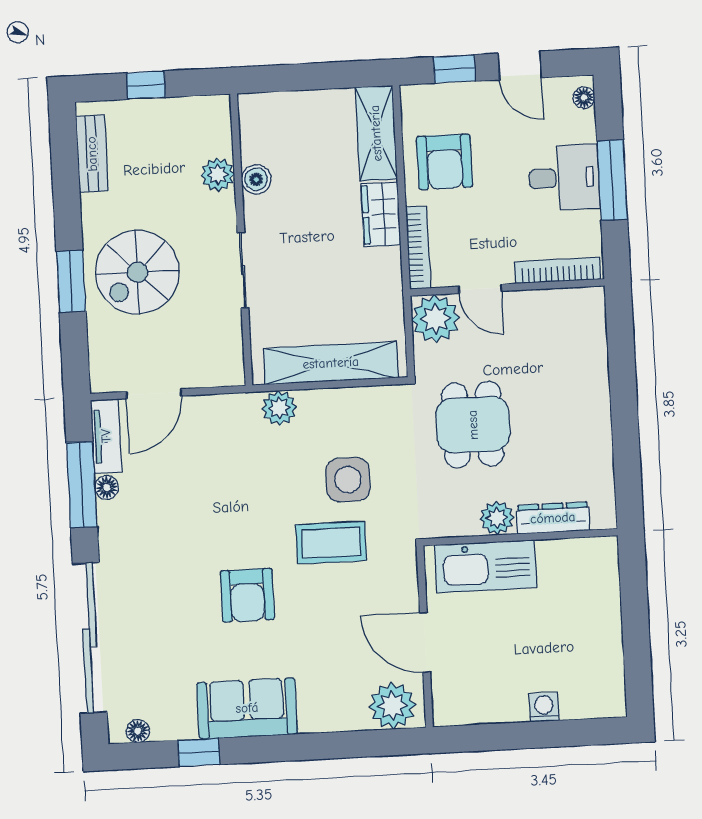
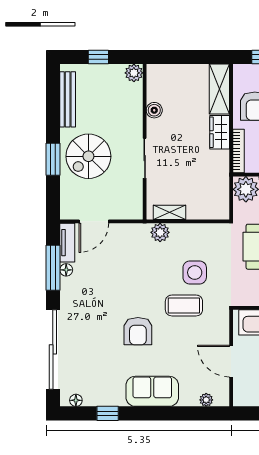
bench: (92, 154) -> (68, 99), width x1.36
plant: (218, 175) -> (134, 73), moved
shelving: (331, 363) -> (169, 212), width x0.45, depth x0.75
plant: (392, 706) -> (206, 400), width x0.53, depth x0.53
sofa: (247, 708) -> (152, 391), moved

